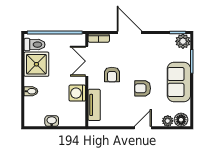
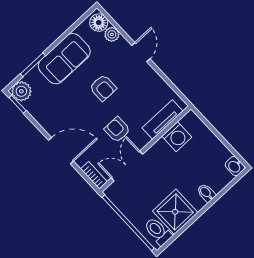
door: (129, 32) -> (61, 151), swing flipped
double door: (87, 61) -> (127, 166), swing flipped
armchair: (112, 75) -> (117, 130), turned -90
washing machine: (77, 93) -> (177, 137), moved
washbasin: (52, 121) -> (235, 166), moved
door: (143, 128) -> (141, 52), swing flipped

